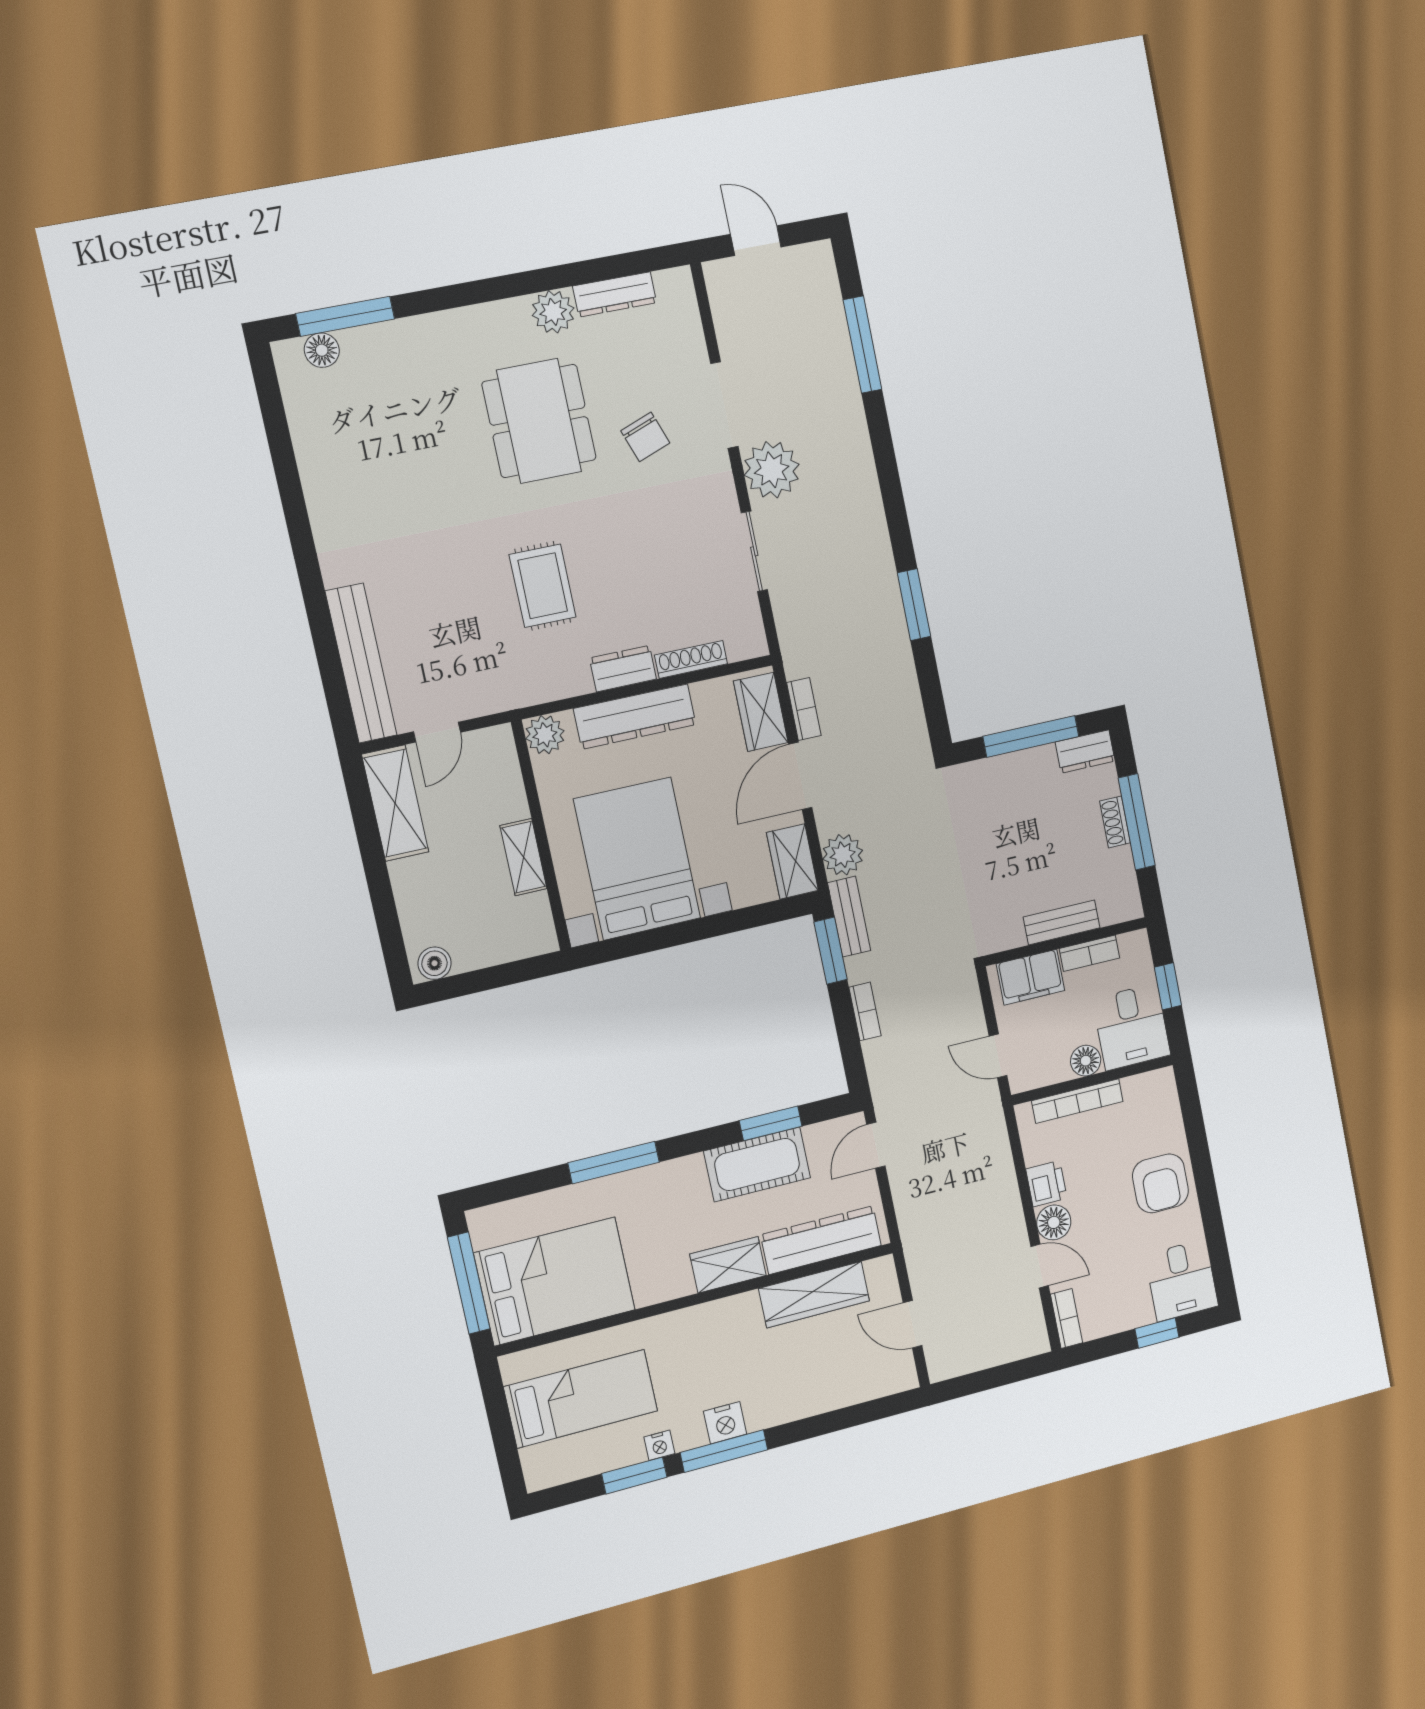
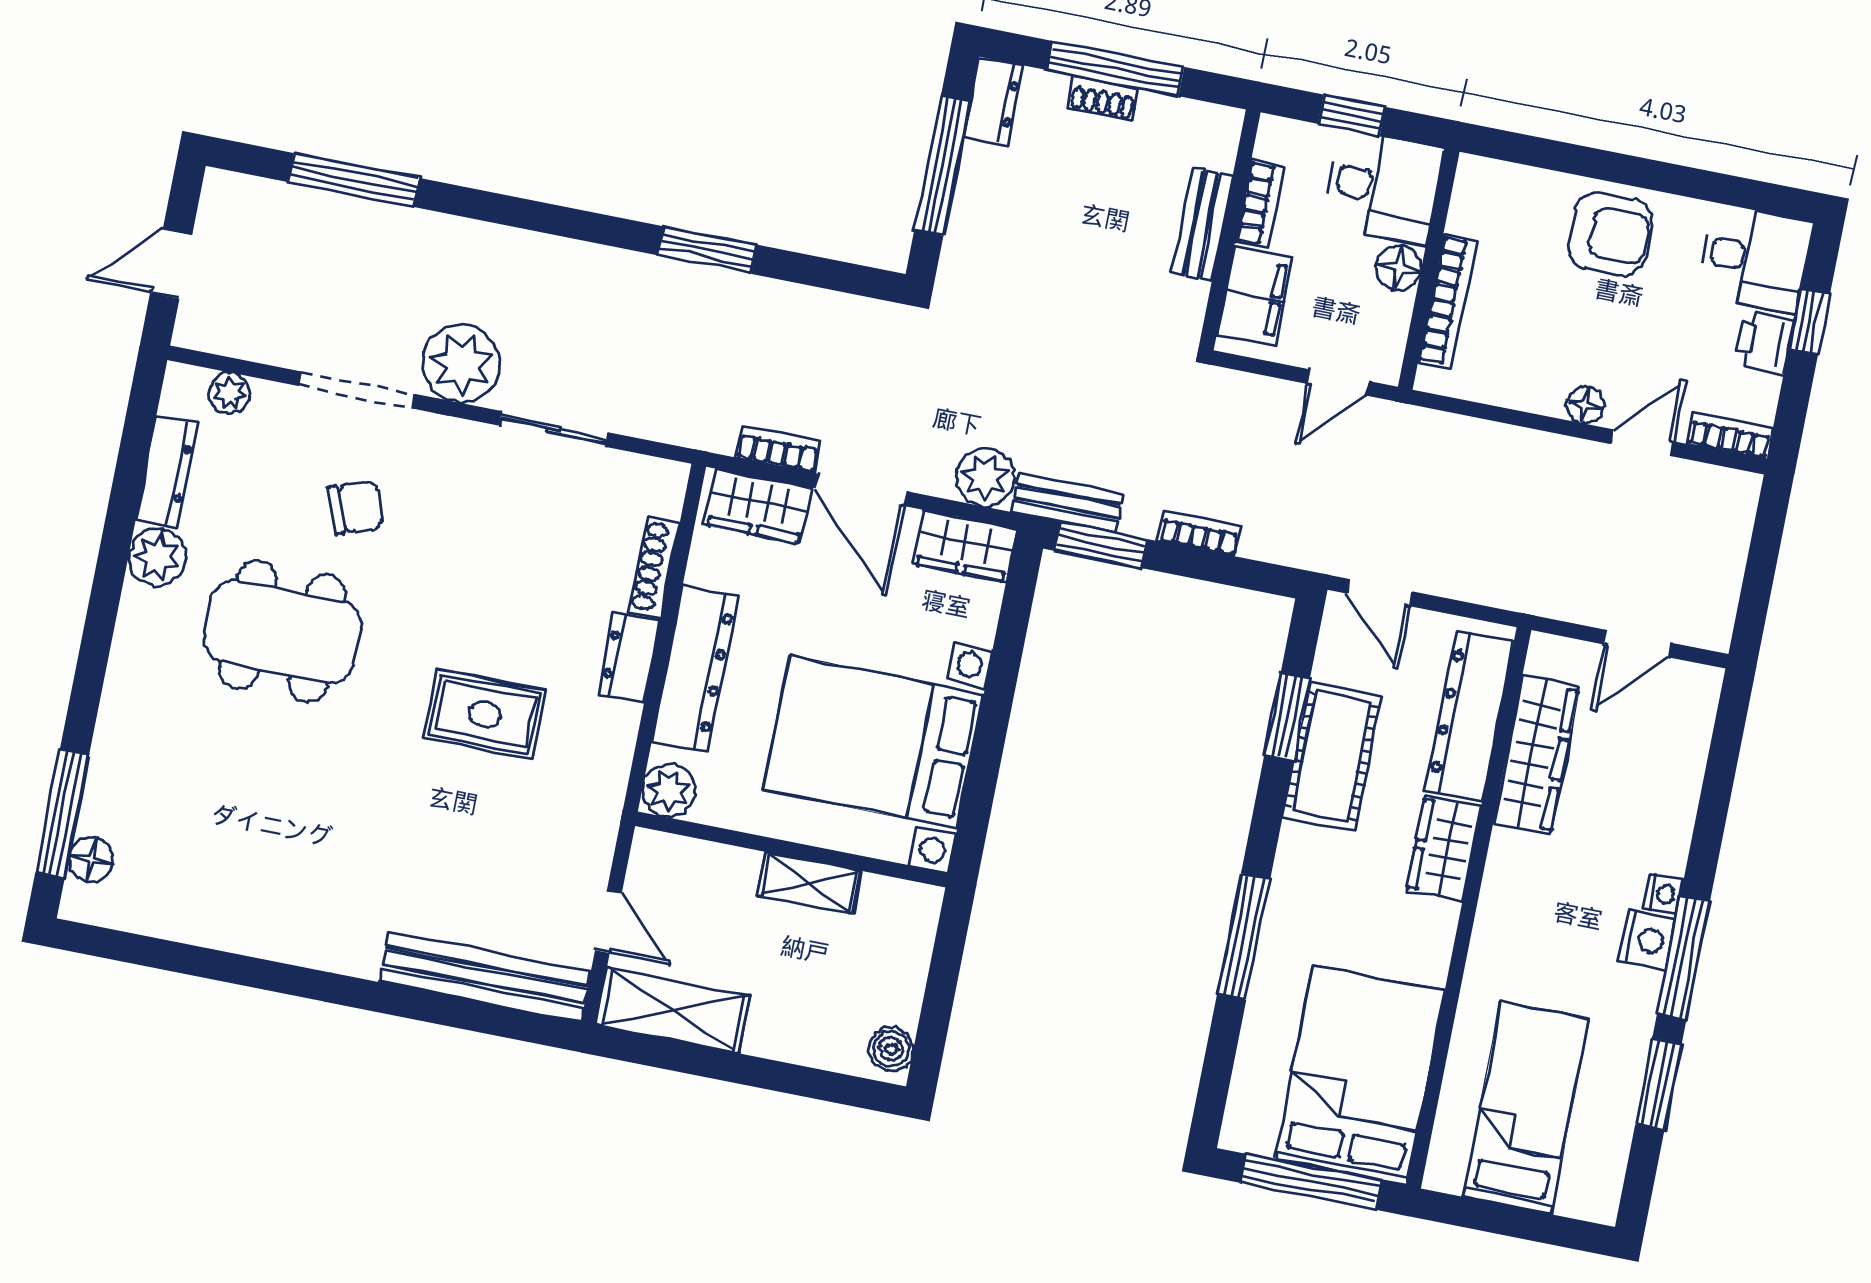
plant: (686, 317) -> (230, 393), added
printer: (1046, 1184) -> (1764, 342), moved, turned -90
floor lamp: (1054, 1222) -> (1585, 405), width x0.73, depth x0.73
nightstand: (659, 1445) -> (1663, 894), moved

